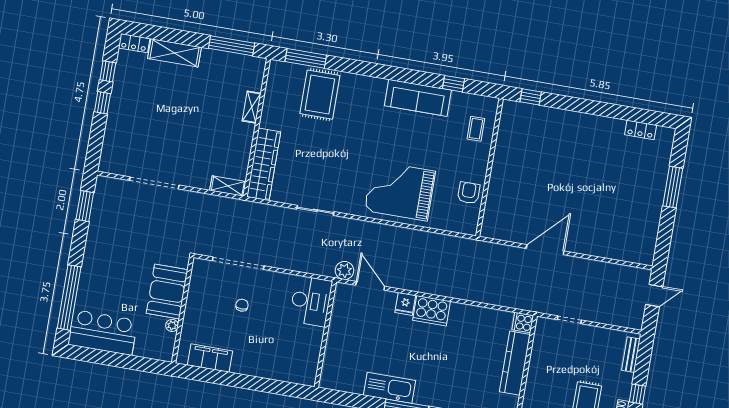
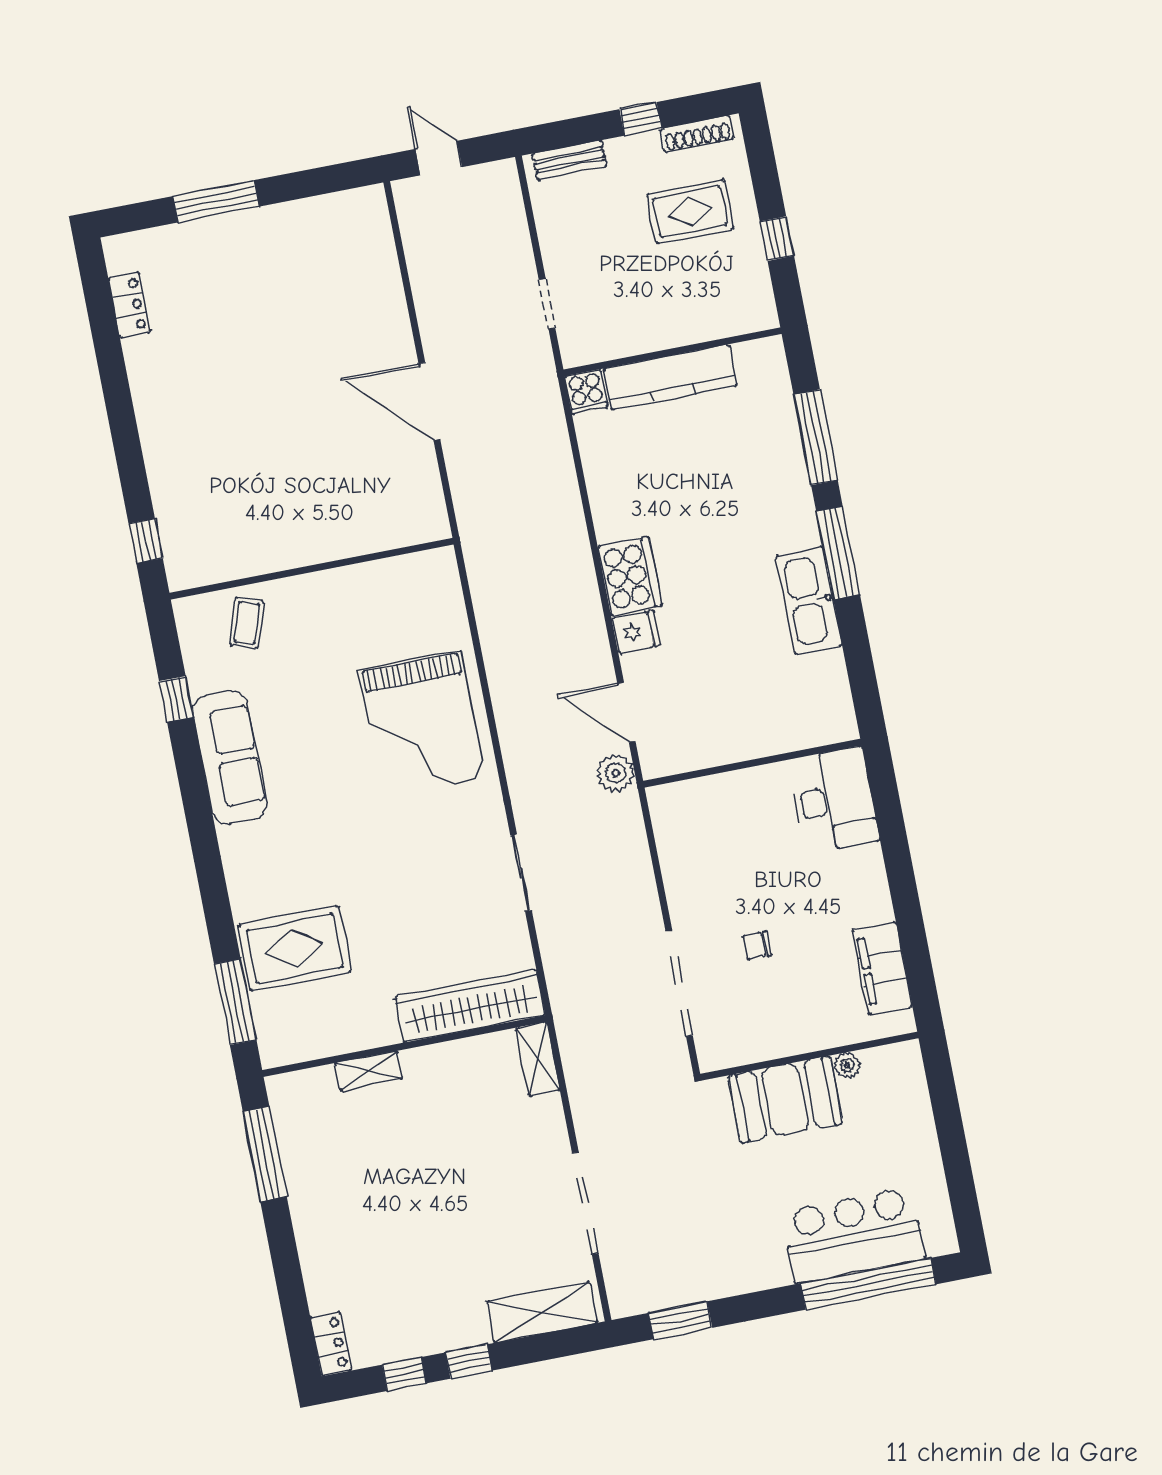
shelving: (175, 53) -> (542, 1312), moved, turned 90
coffee table: (476, 129) -> (247, 623), turned -72
armchair: (469, 193) -> (376, 590), removed
door: (370, 286) -> (626, 712), hinge flipped
desk: (311, 301) -> (834, 800), moved, turned 90
bar counter: (103, 332) -> (853, 1235), moved, turned 90

